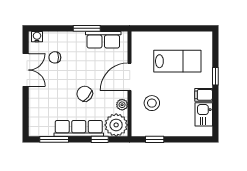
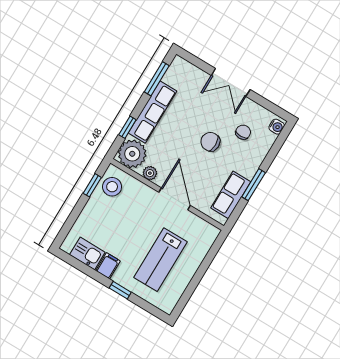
double door: (26, 70) -> (231, 82), moved
chair: (85, 94) -> (210, 142), moved, turned -129
stool: (152, 103) -> (112, 187), moved

